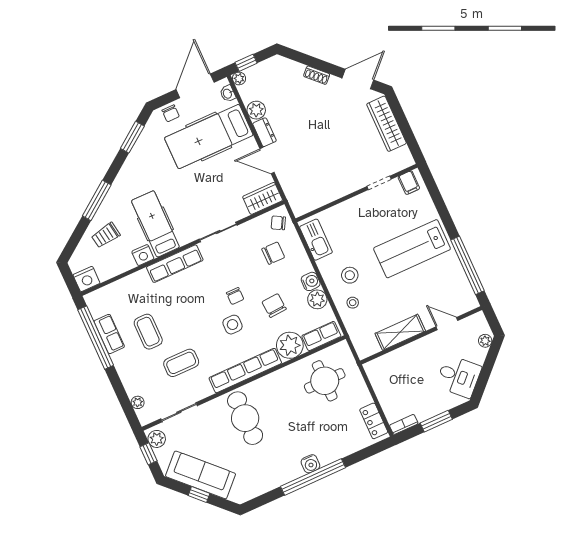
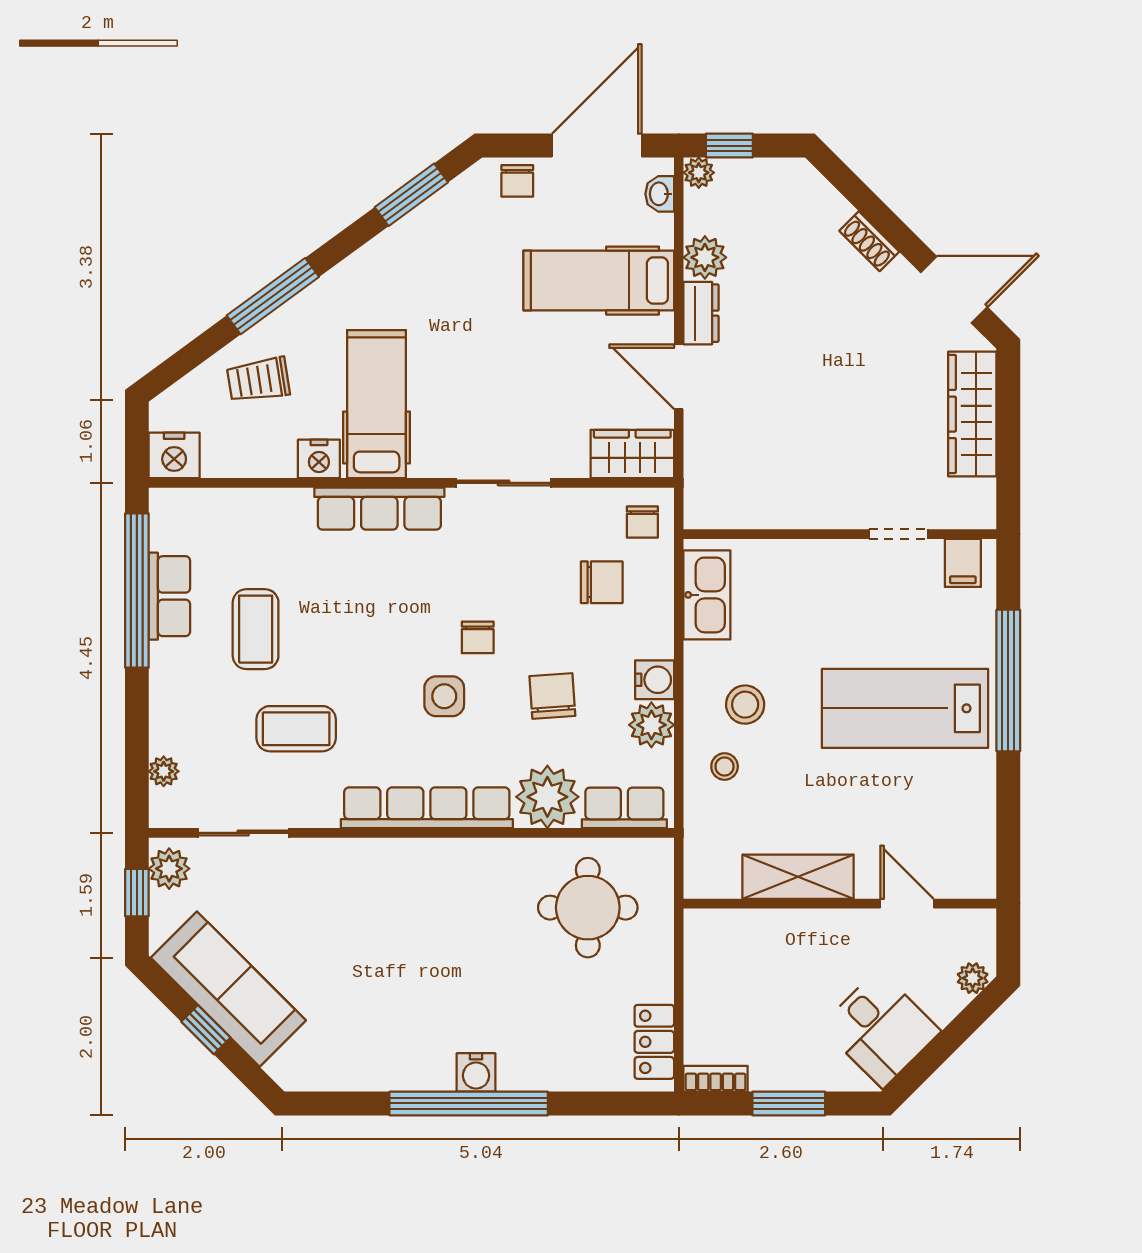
hospital bed: (209, 137) -> (599, 281), width x0.73, depth x0.78
chair: (278, 223) -> (642, 522), turned -119
window: (467, 265) -> (1008, 681), moved
cafe table: (245, 418) -> (380, 910), removed

